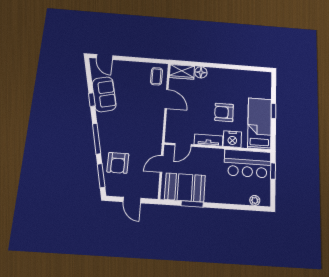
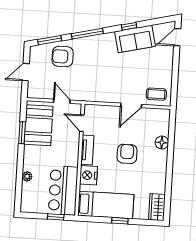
wardrobe: (182, 72) -> (157, 207), moved
armchair: (224, 112) -> (127, 154), moved
plant: (255, 200) -> (27, 176), moved

